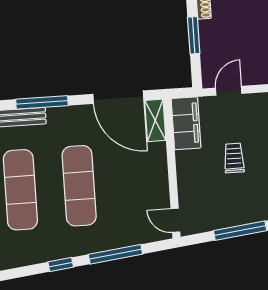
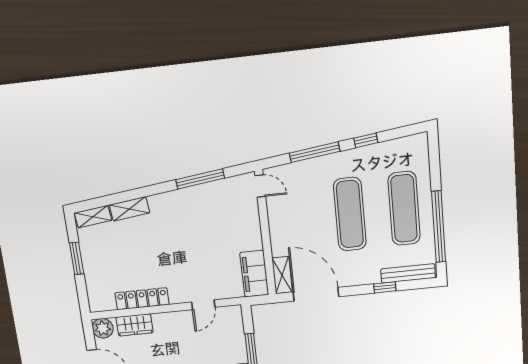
door: (229, 91) -> (203, 305), moved
window: (42, 102) -> (385, 287), width x0.46
trolley: (234, 158) -> (210, 244), removed

